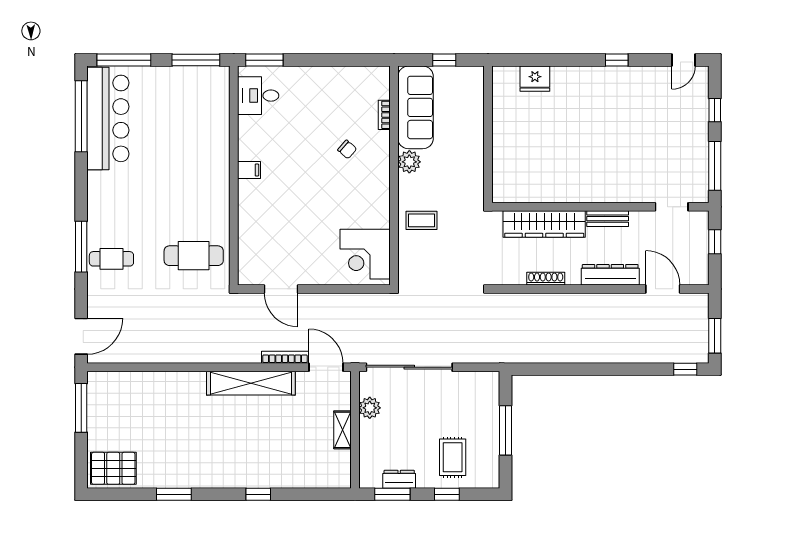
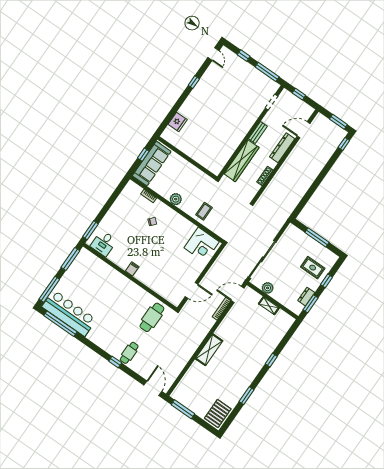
sofa: (416, 107) -> (152, 164), moved, turned 90
window: (81, 247) -> (115, 362), width x0.46
shelving: (251, 383) -> (209, 350), moved, width x0.68

